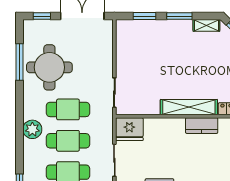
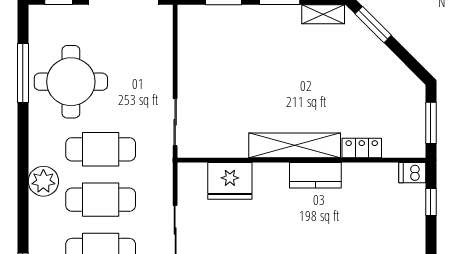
fridge: (129, 129) -> (230, 181), moved

